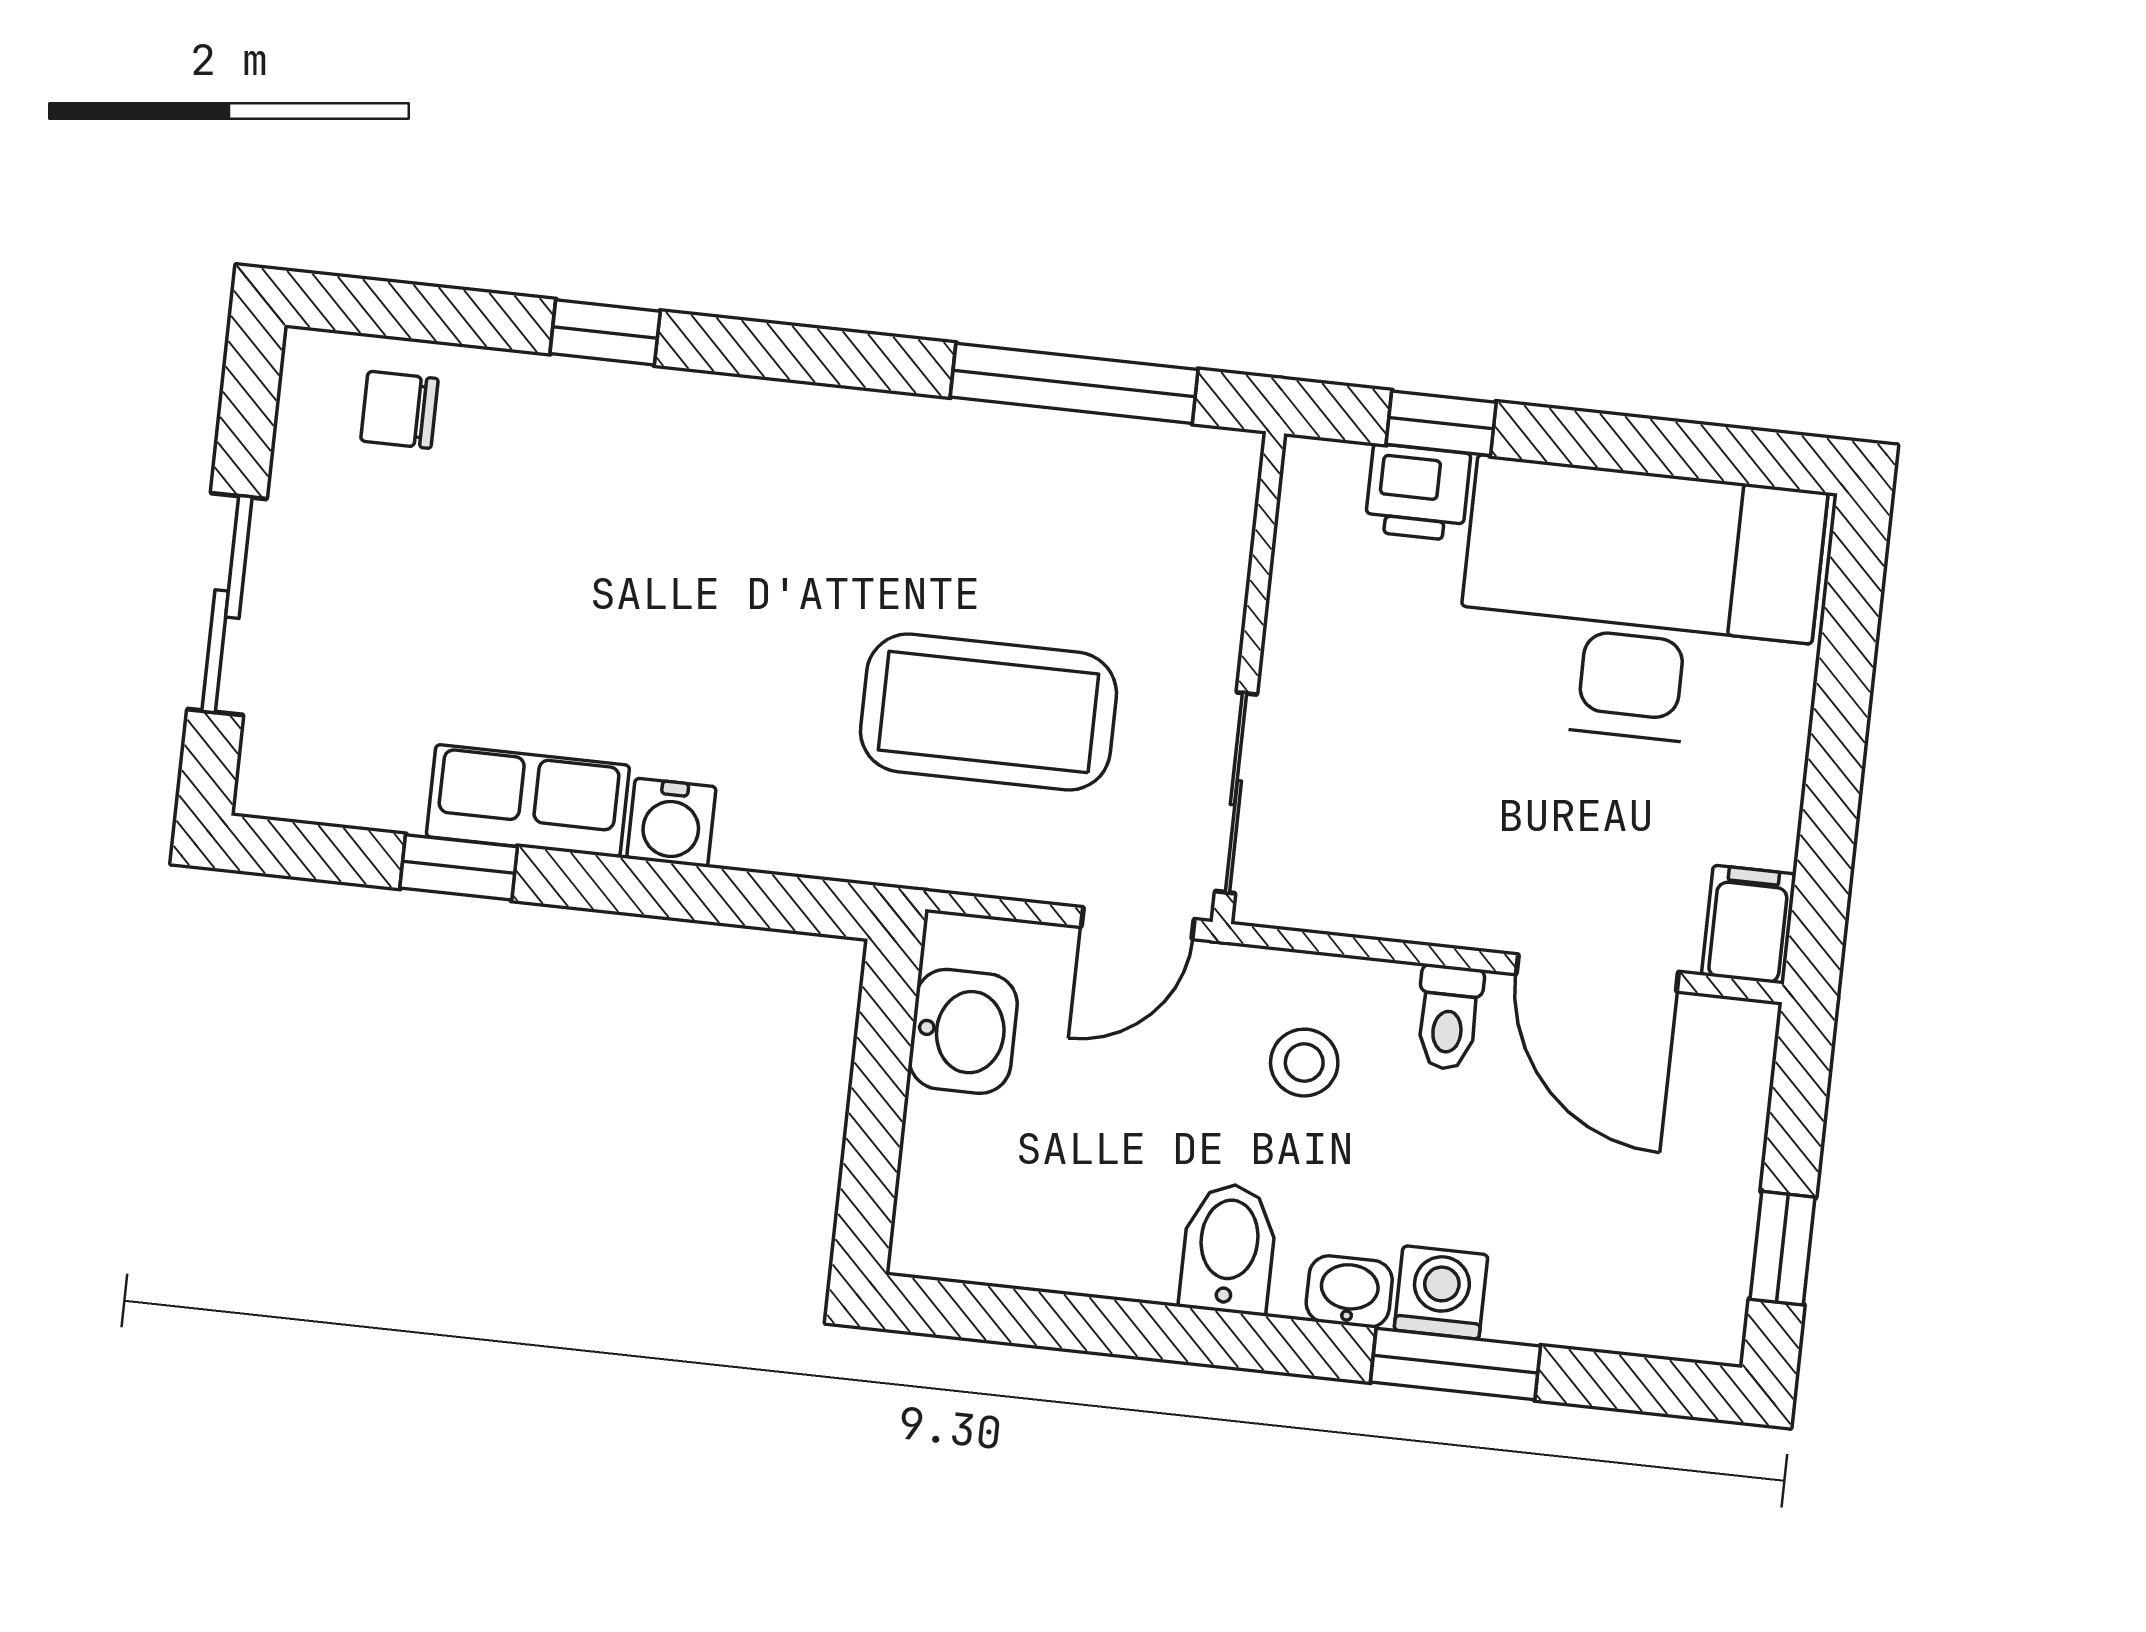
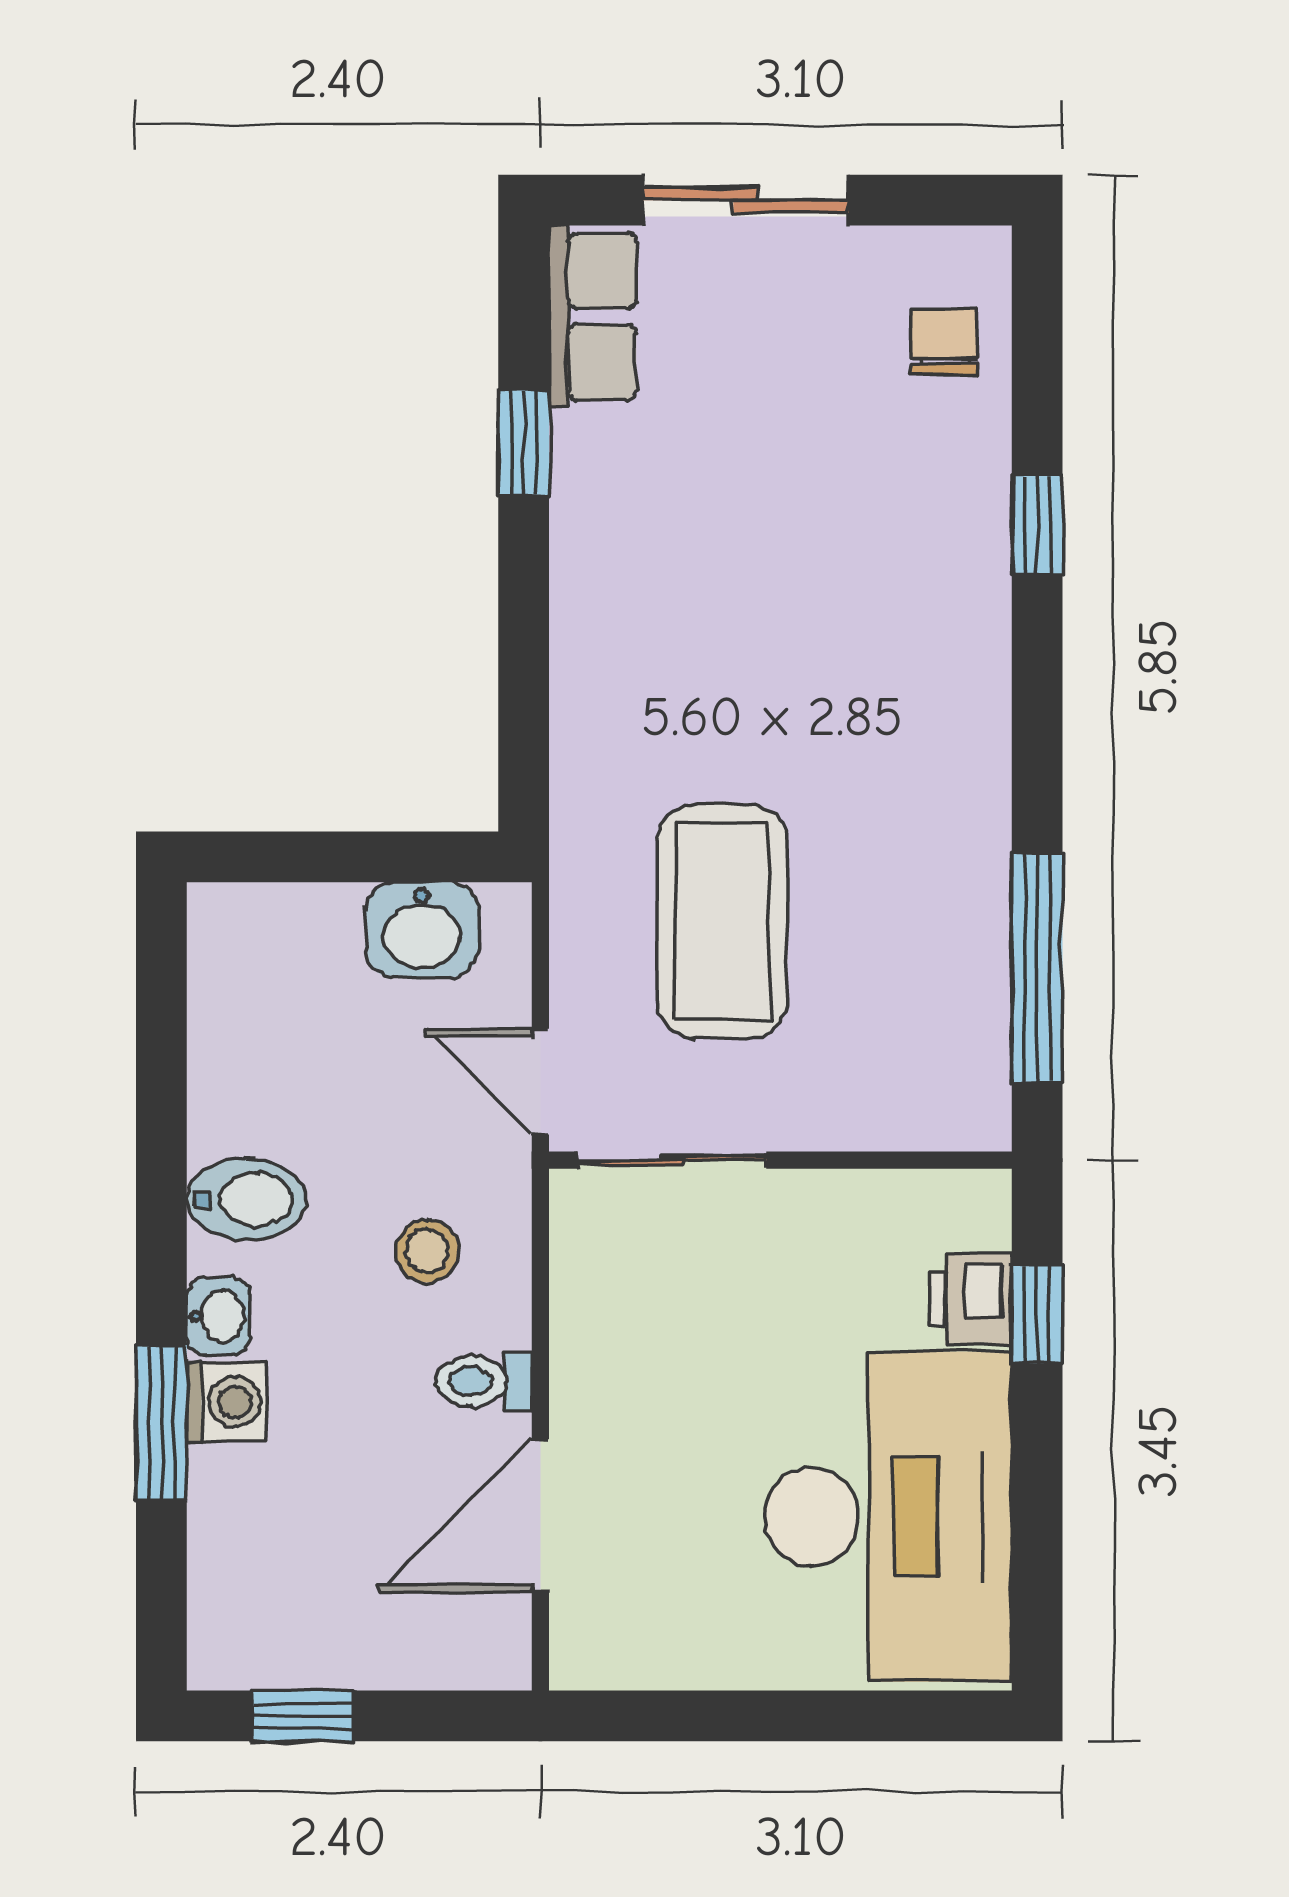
row of seats: (528, 801) -> (592, 317), moved
water cooler: (671, 823) -> (587, 637), removed
filing cabinet: (1749, 925) -> (601, 1652), removed

